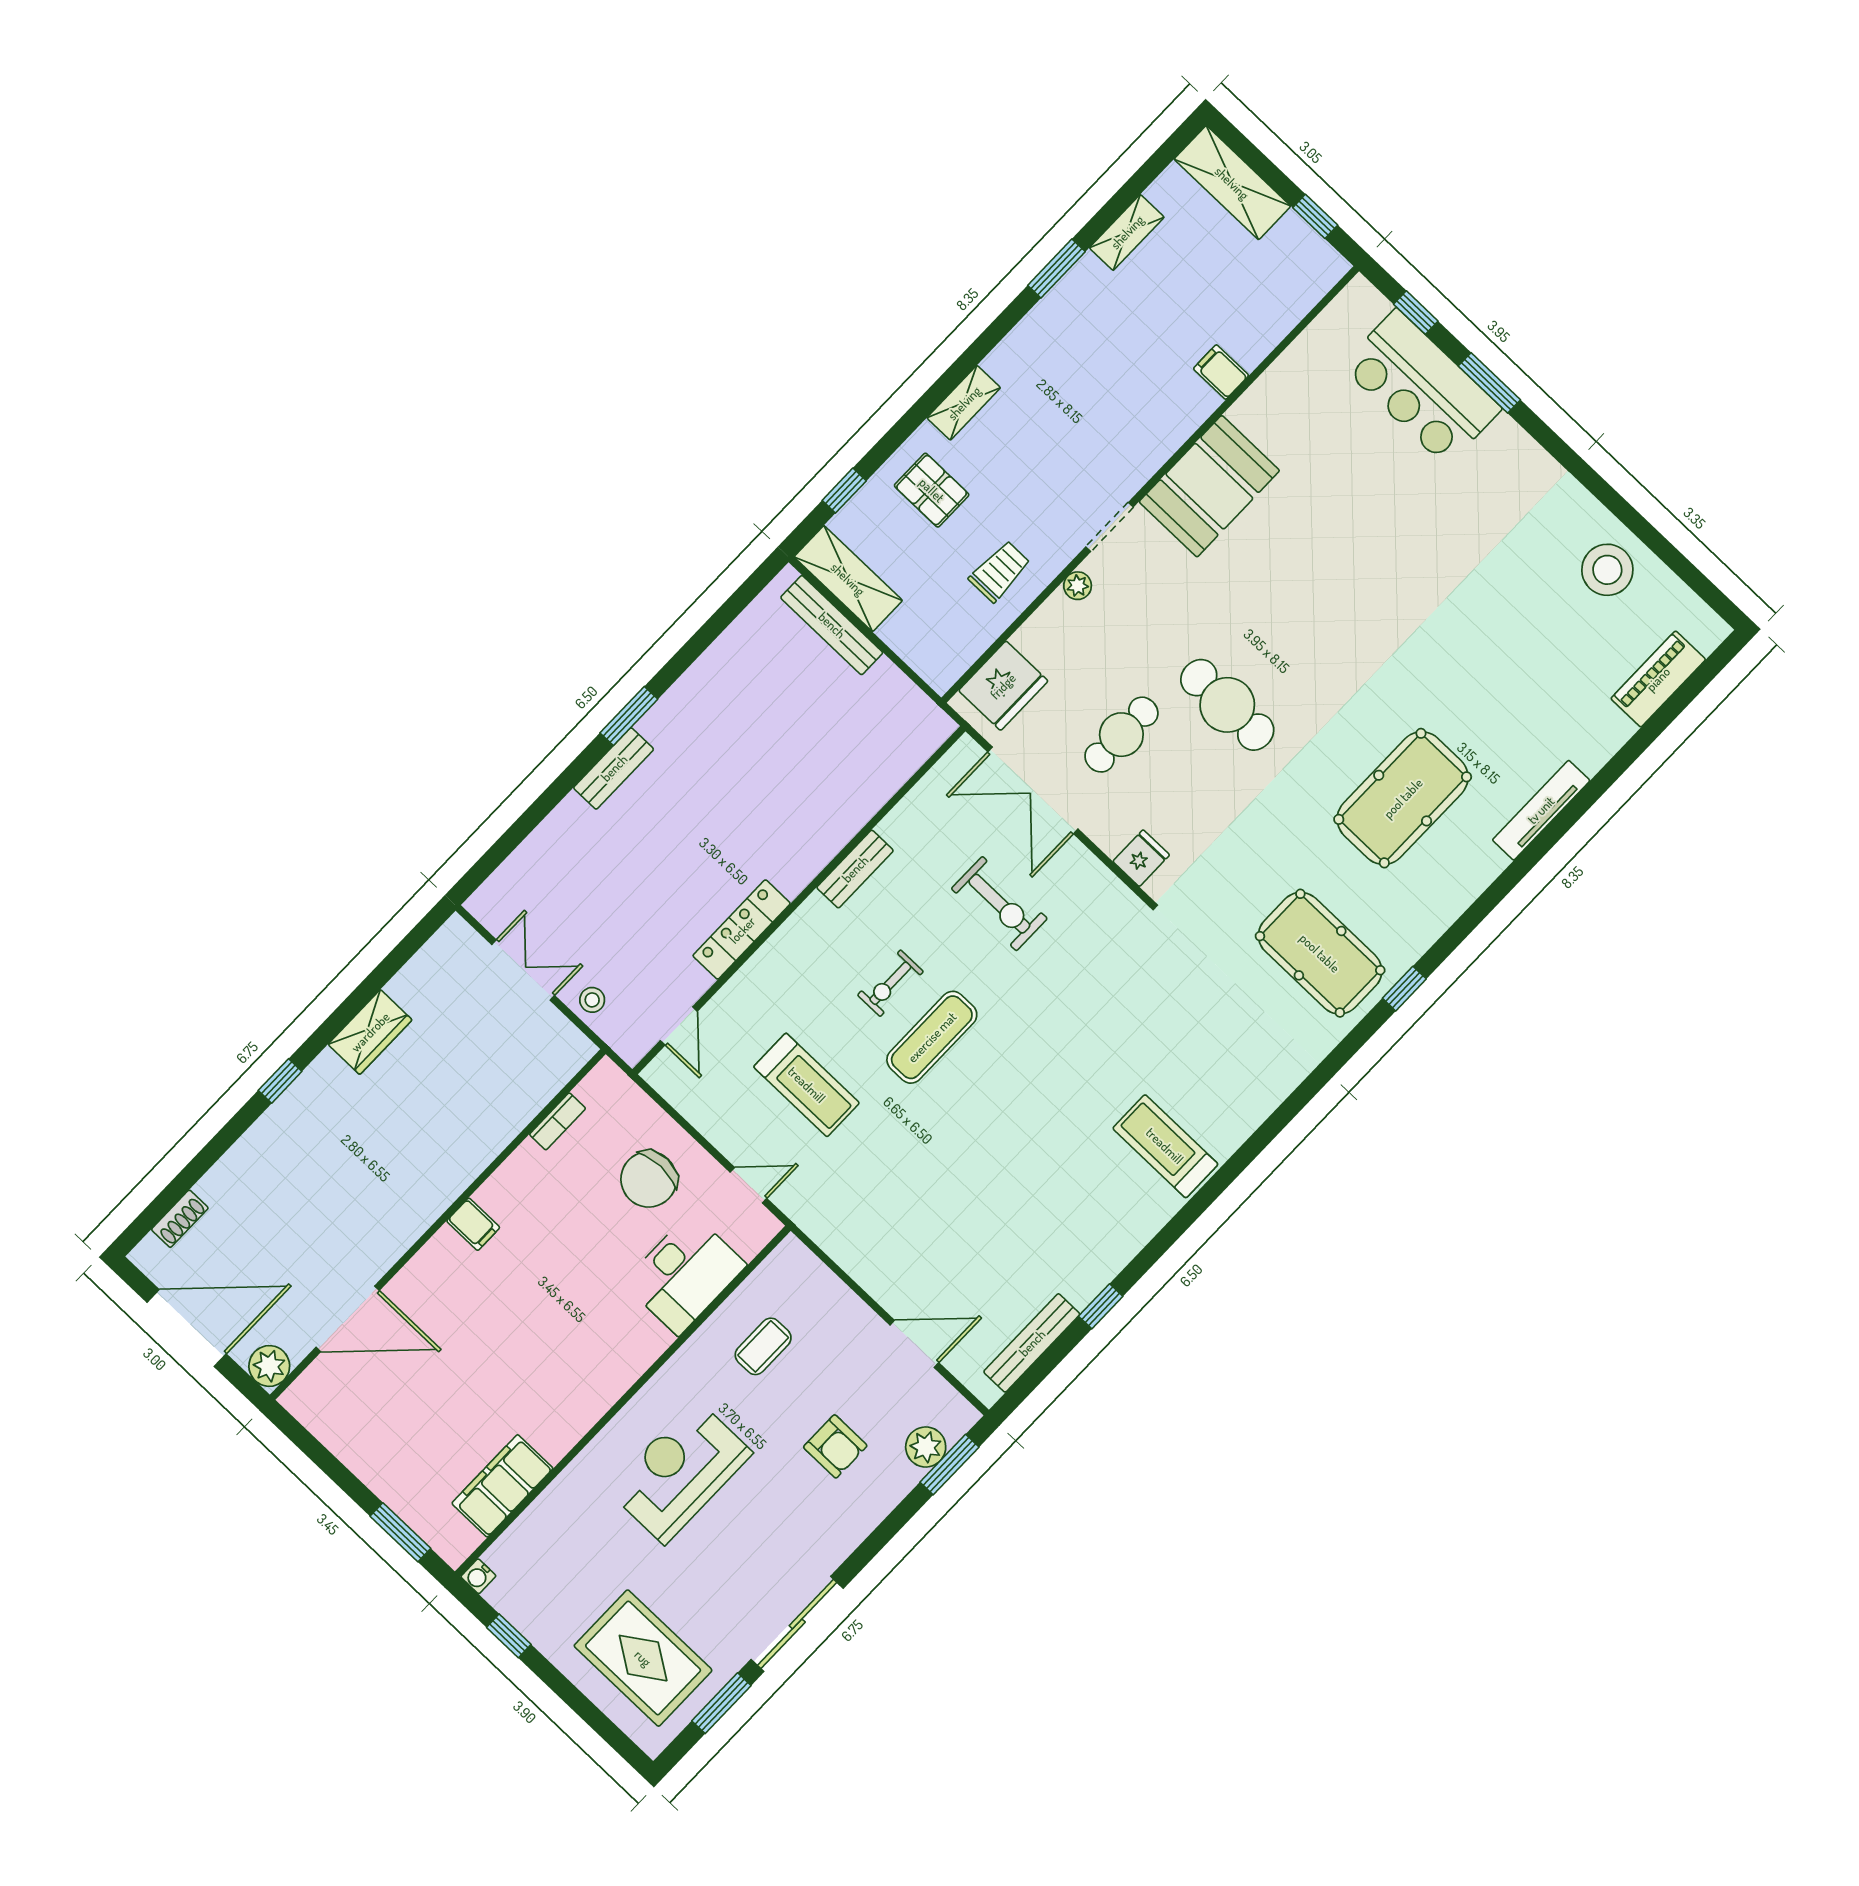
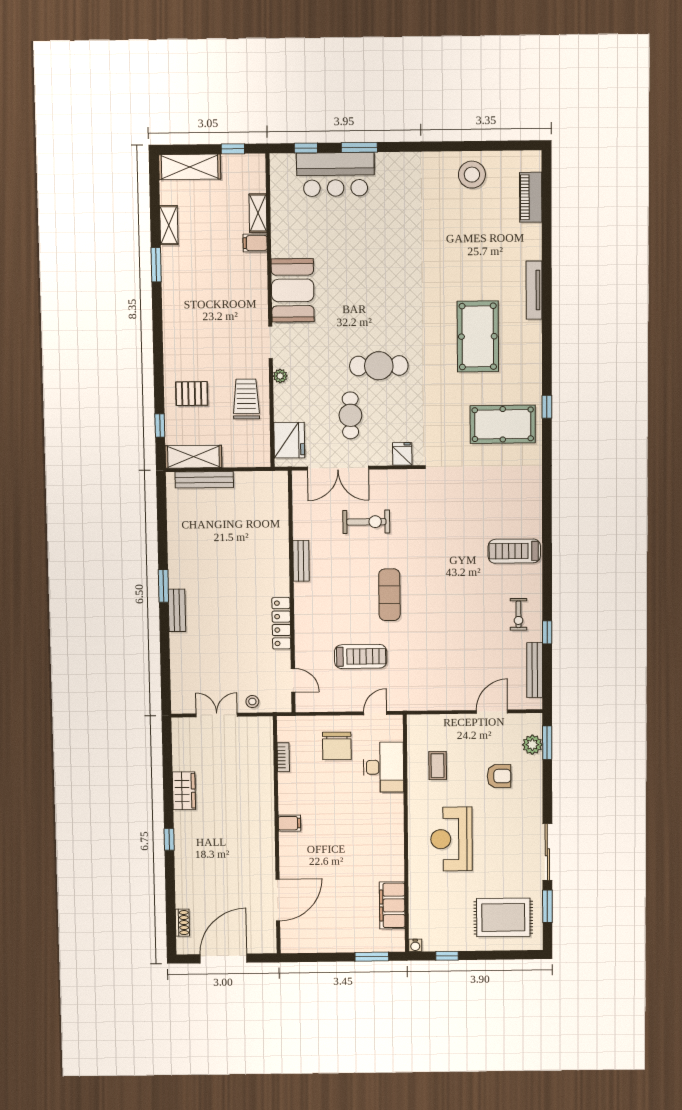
shelving: (964, 403) -> (258, 213), moved
trolley: (1000, 571) -> (246, 399), width x1.36, depth x1.39
exercise bike: (890, 983) -> (518, 614), moved
plant: (269, 1366) -> (266, 943), removed

